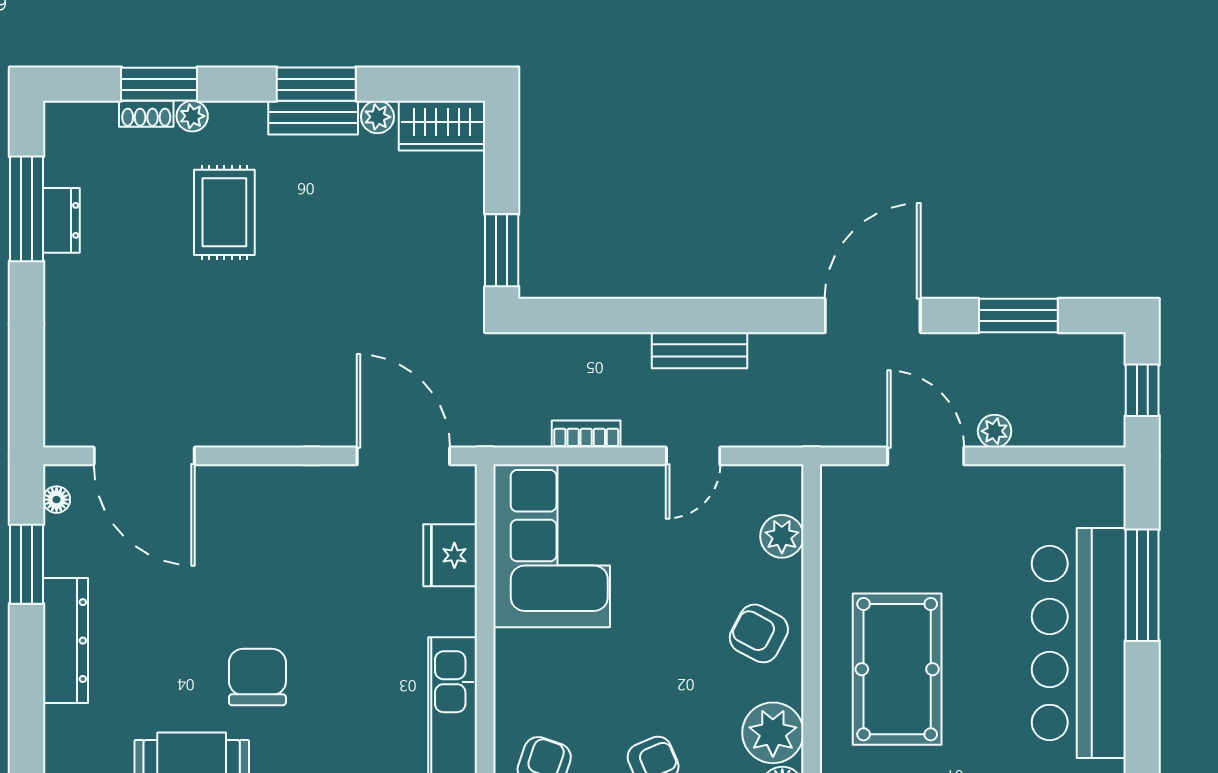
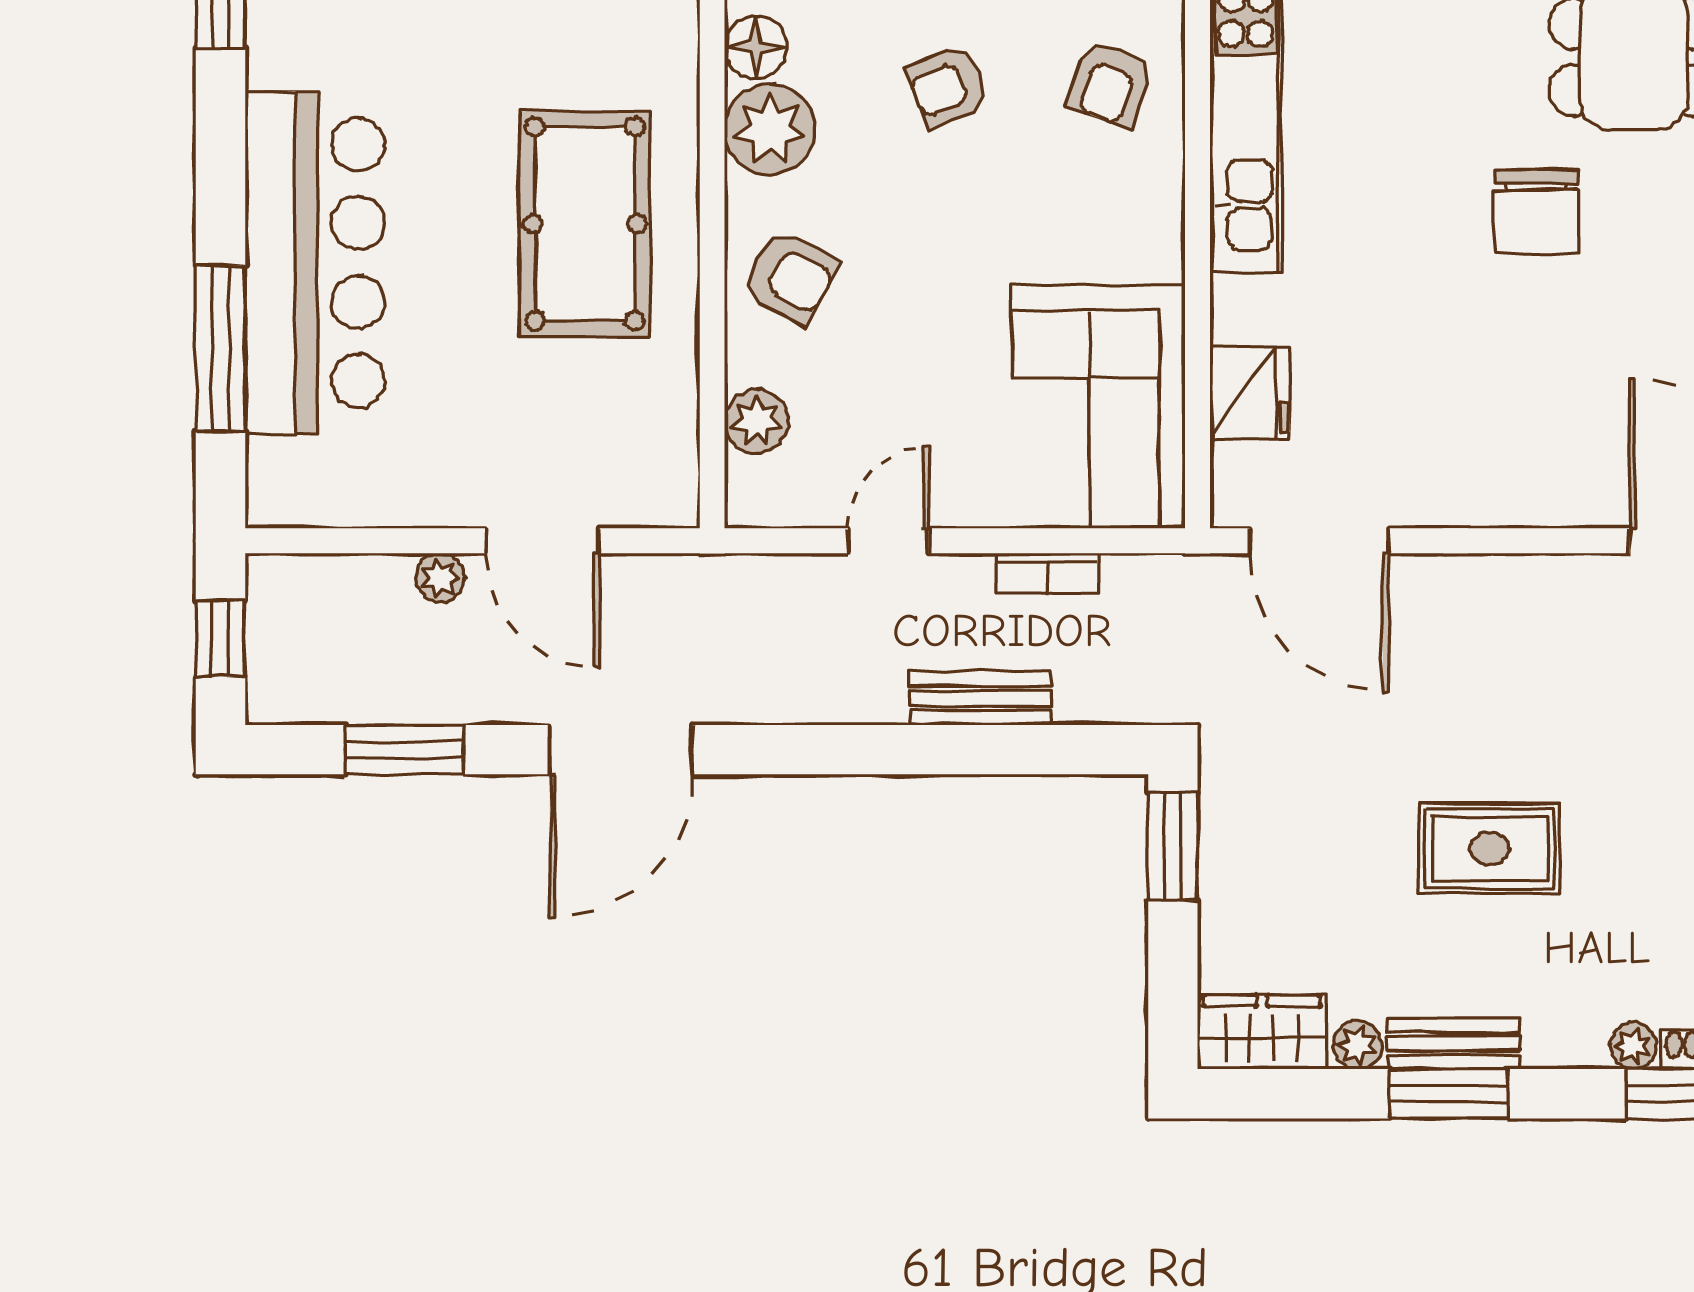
rug: (224, 212) -> (1490, 848), moved, turned 90
bench: (700, 350) -> (981, 698), moved

